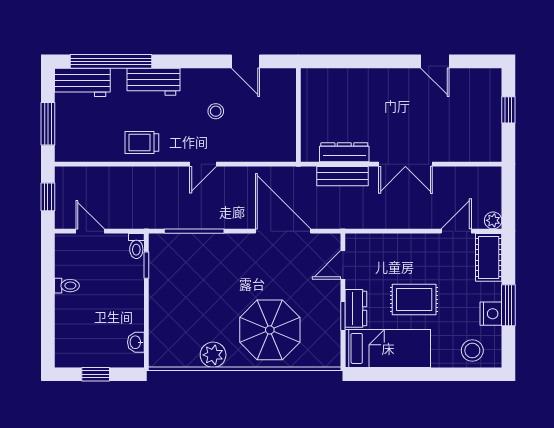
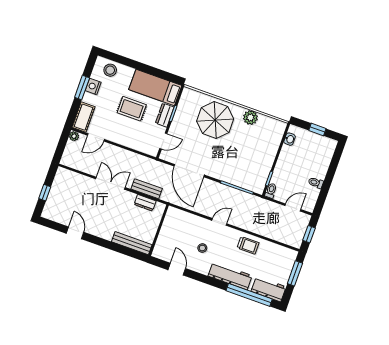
bench: (335, 78) -> (132, 243), added
workbench: (154, 82) -> (230, 276), width x1.38
dresser: (344, 152) -> (145, 203), width x0.70
door: (90, 231) -> (293, 208), swing flipped

